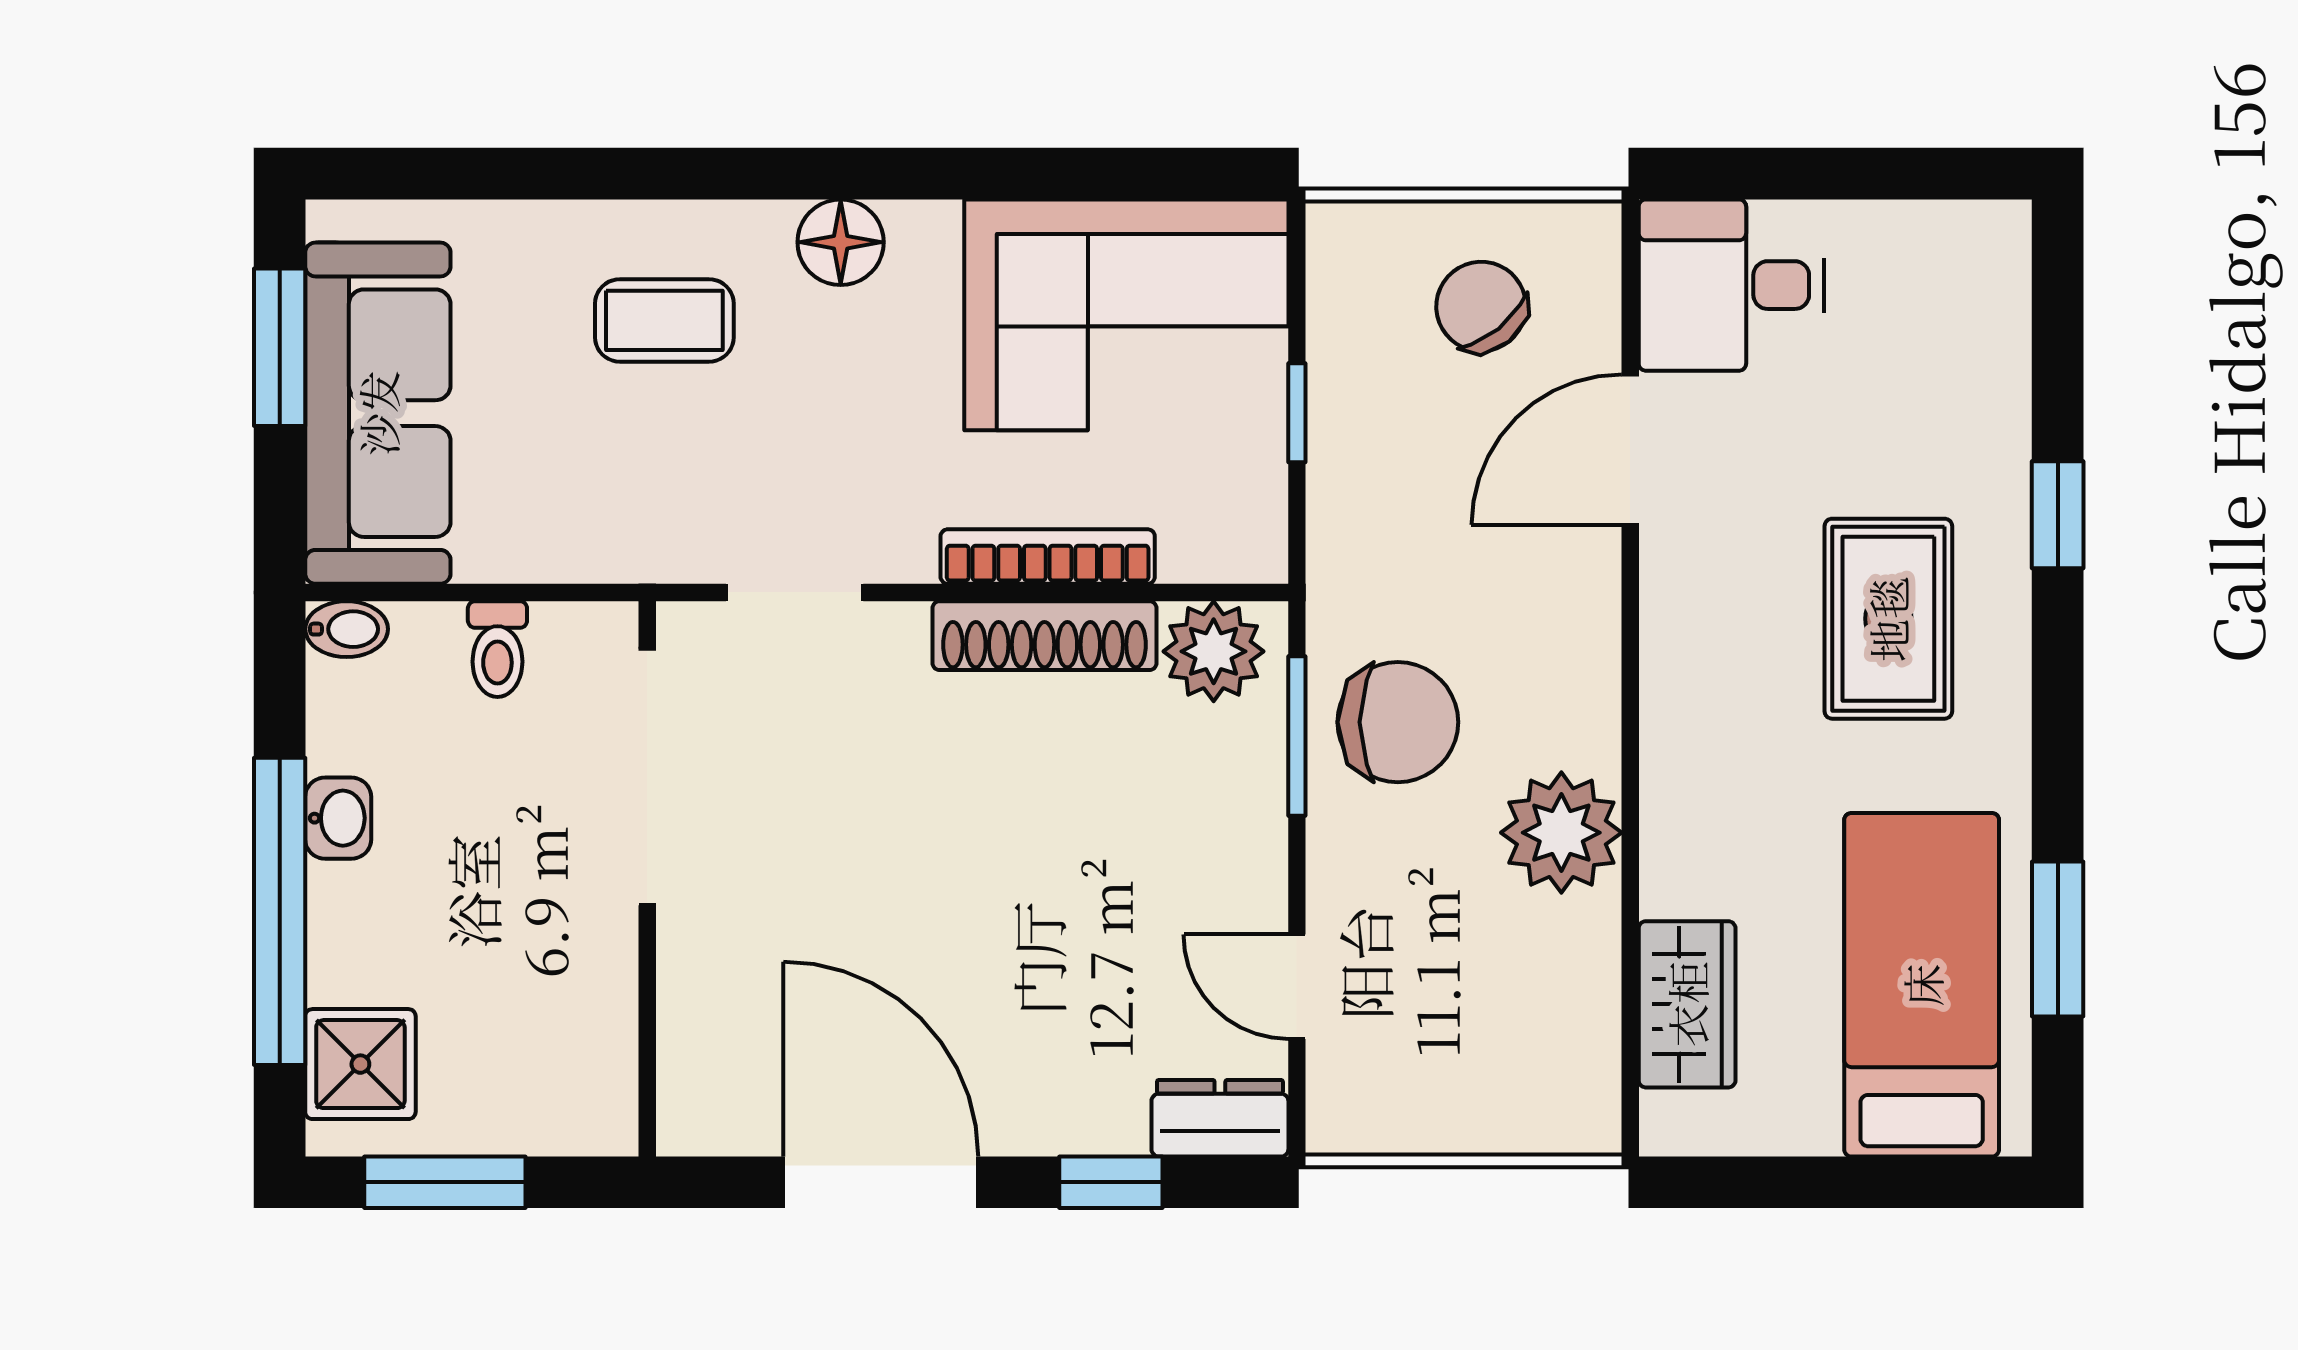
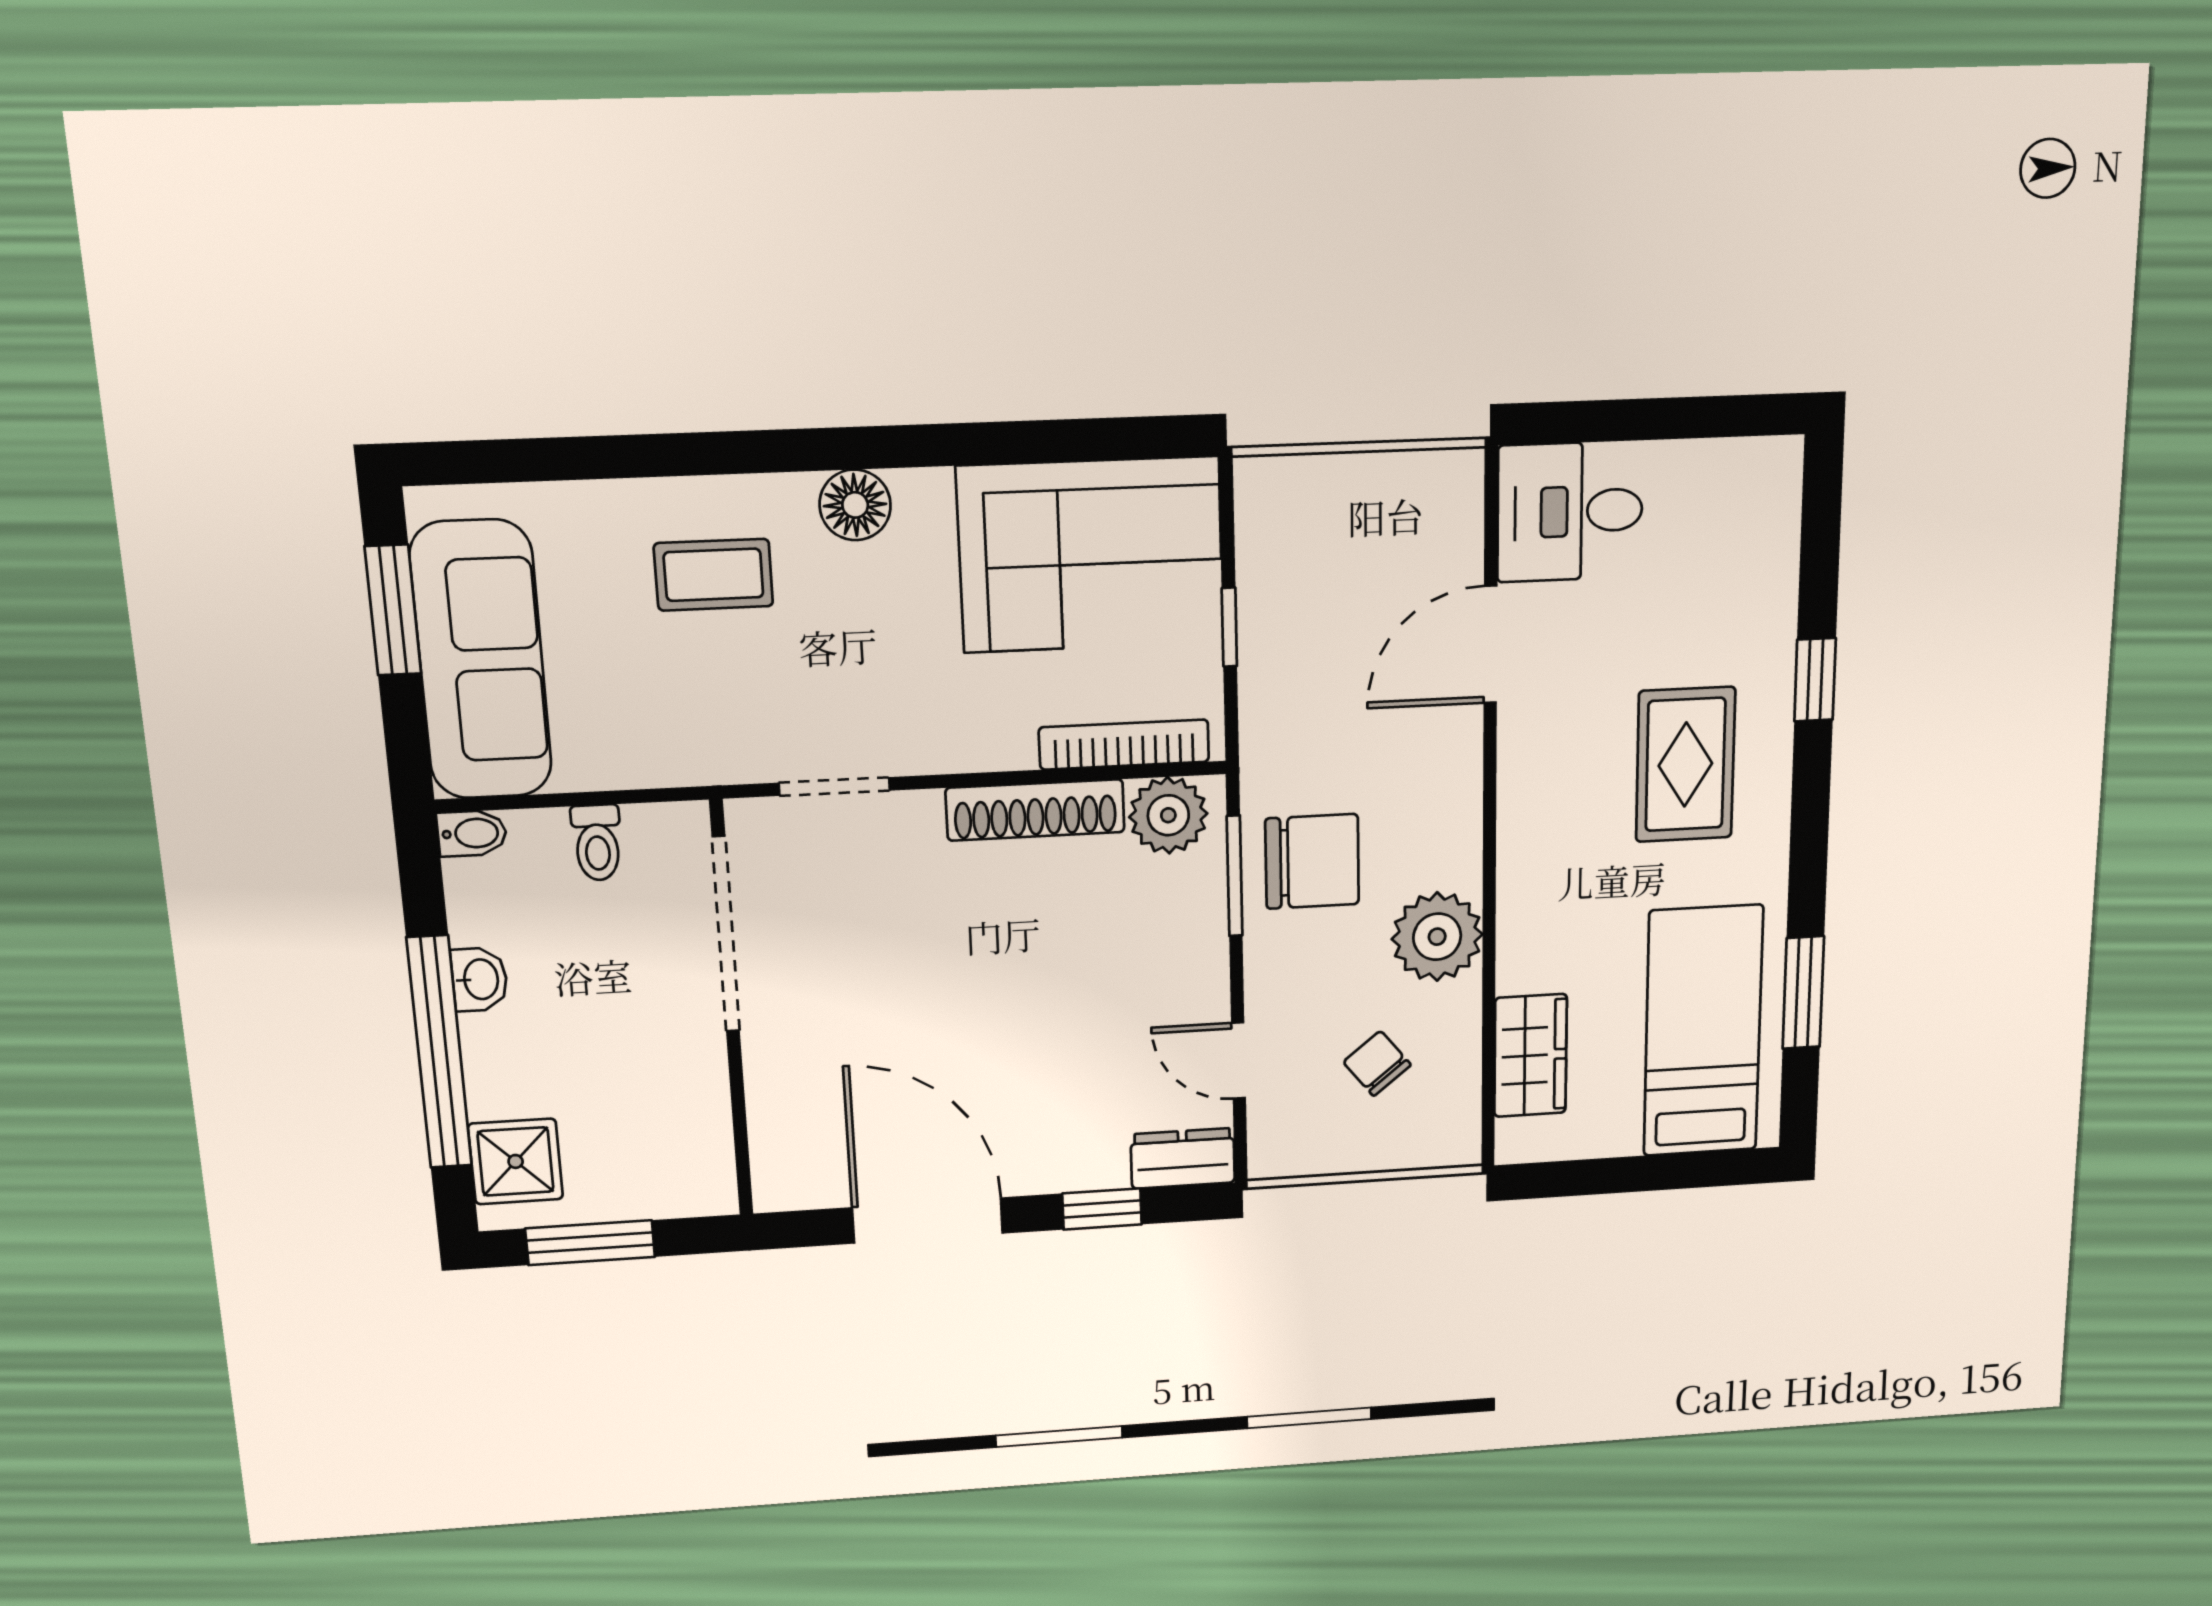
chair: (1481, 306) -> (1377, 1063), moved, width x0.73, depth x0.73
bookcase: (1048, 557) -> (1124, 745), moved

